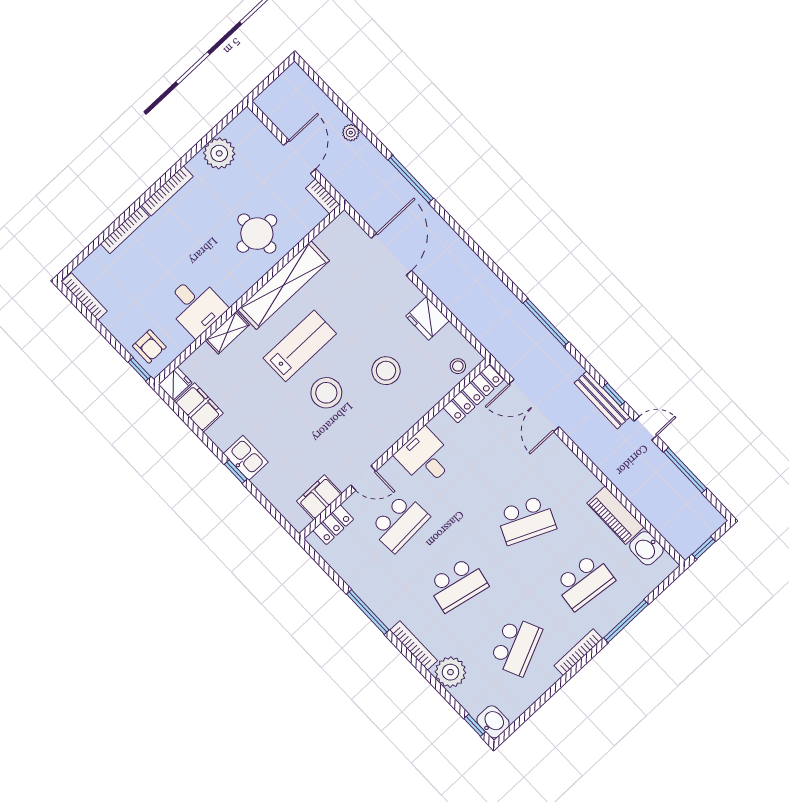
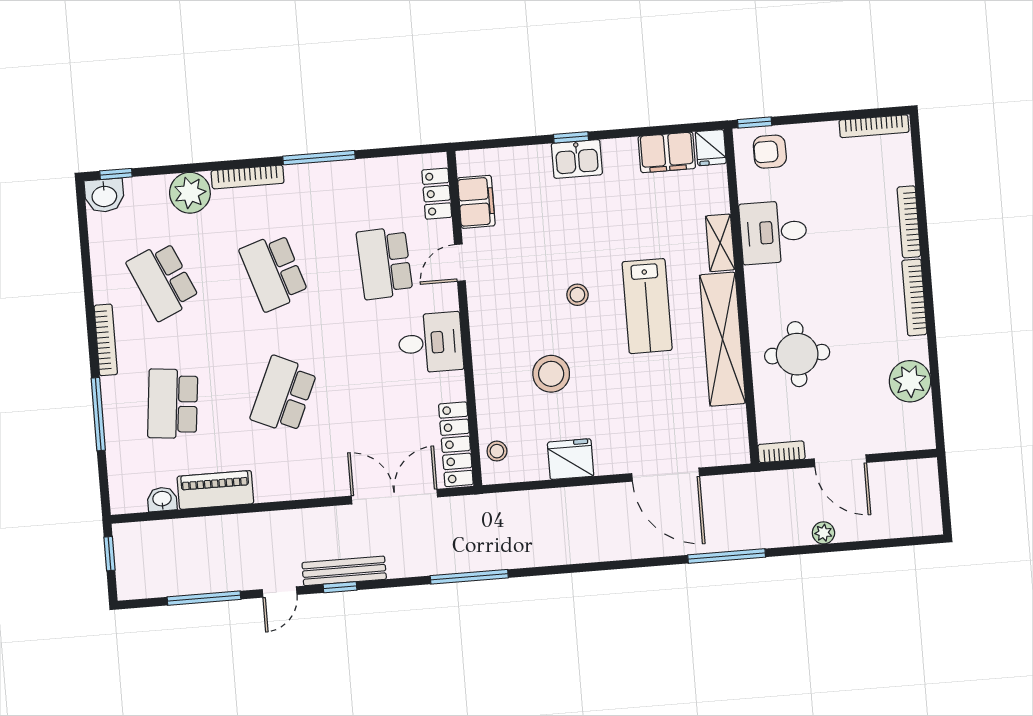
stool: (326, 393) -> (577, 295), width x0.53, depth x0.53
washbasin: (646, 548) -> (162, 499), width x0.72, depth x0.69
school desk: (458, 584) -> (274, 272), turned -30

